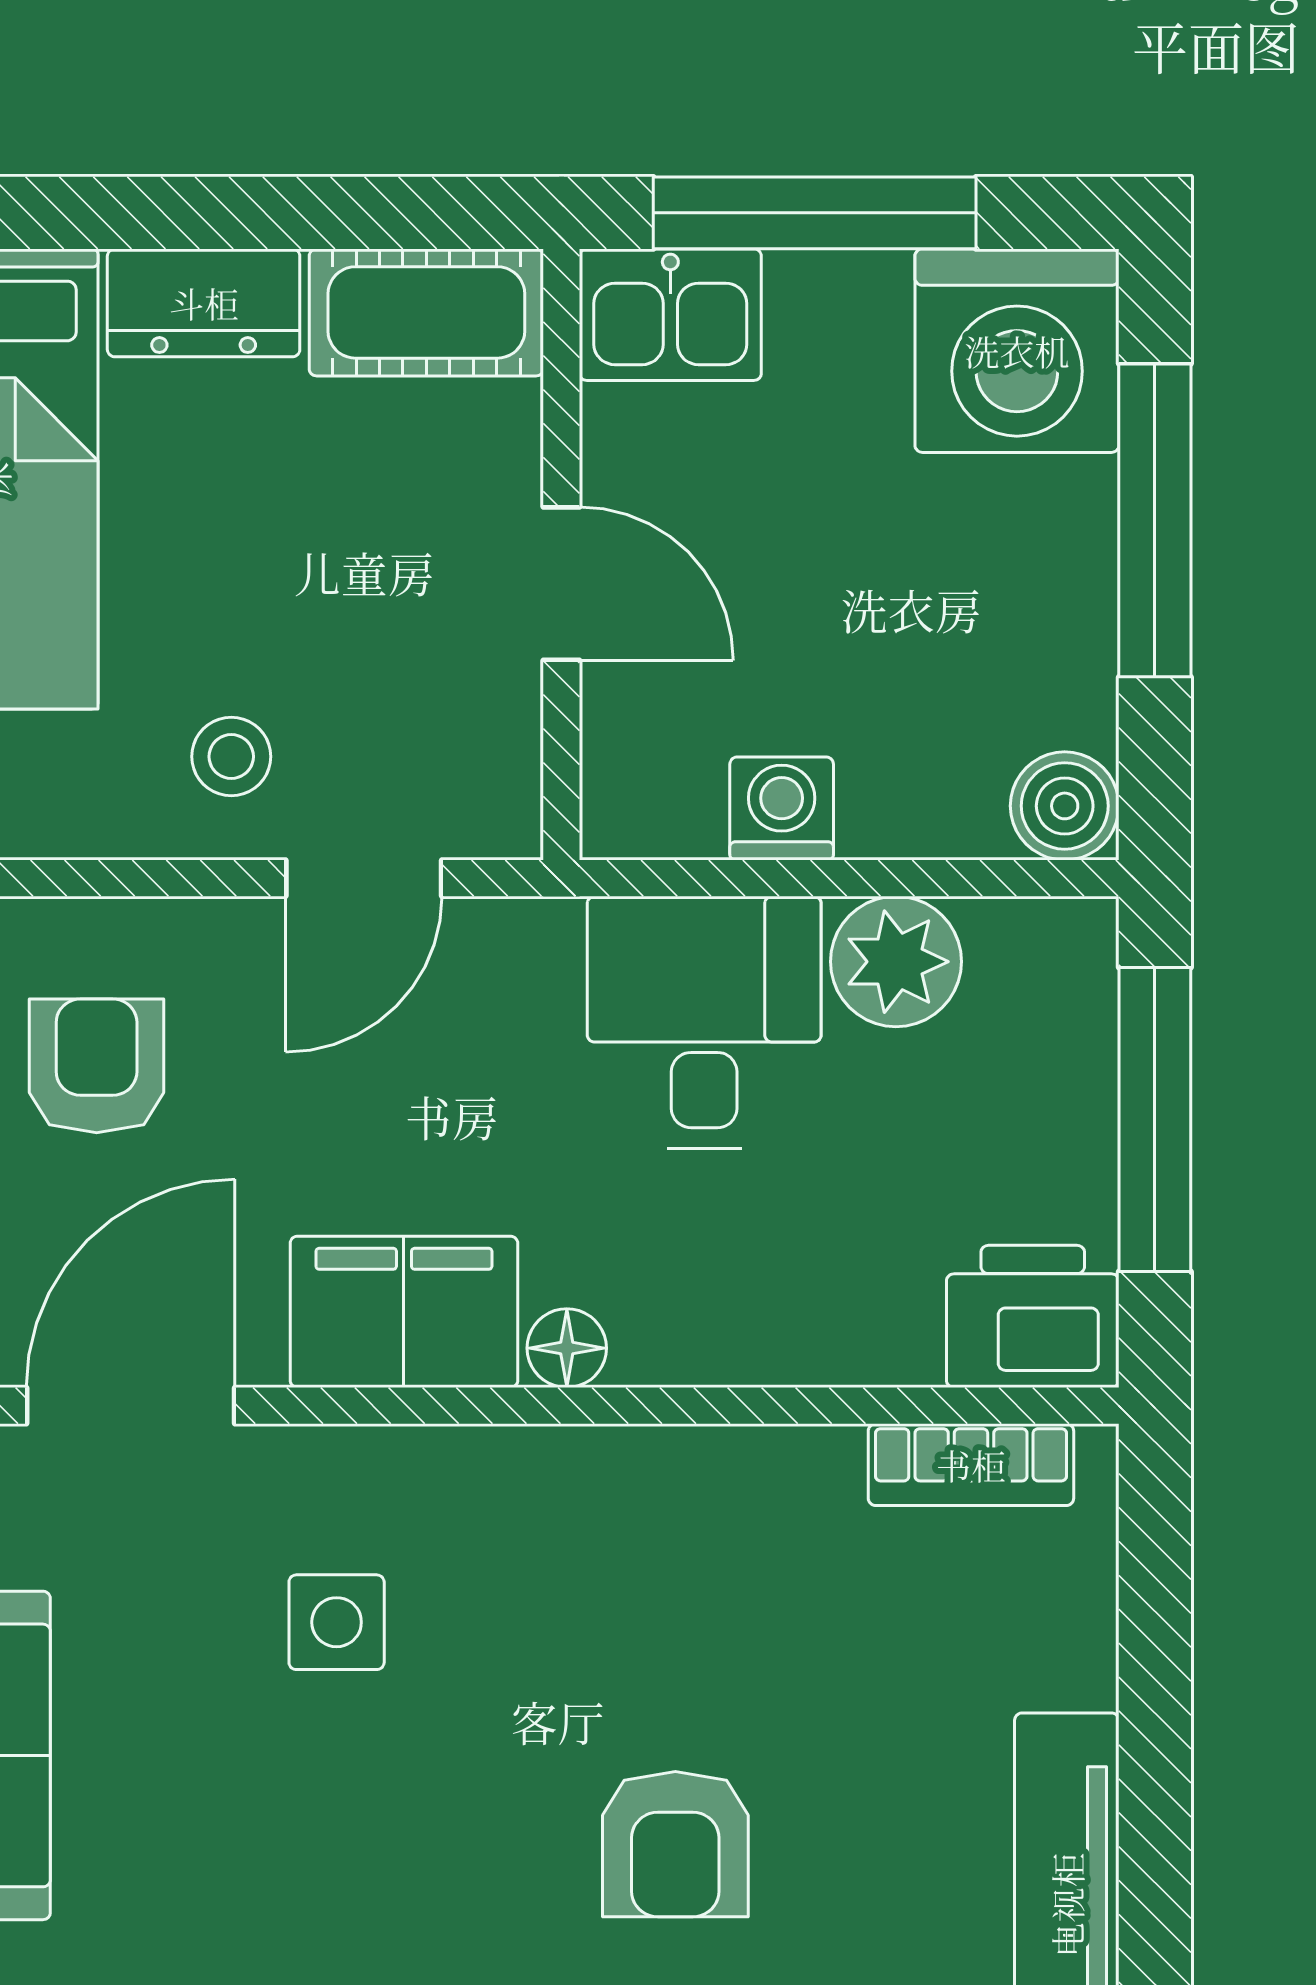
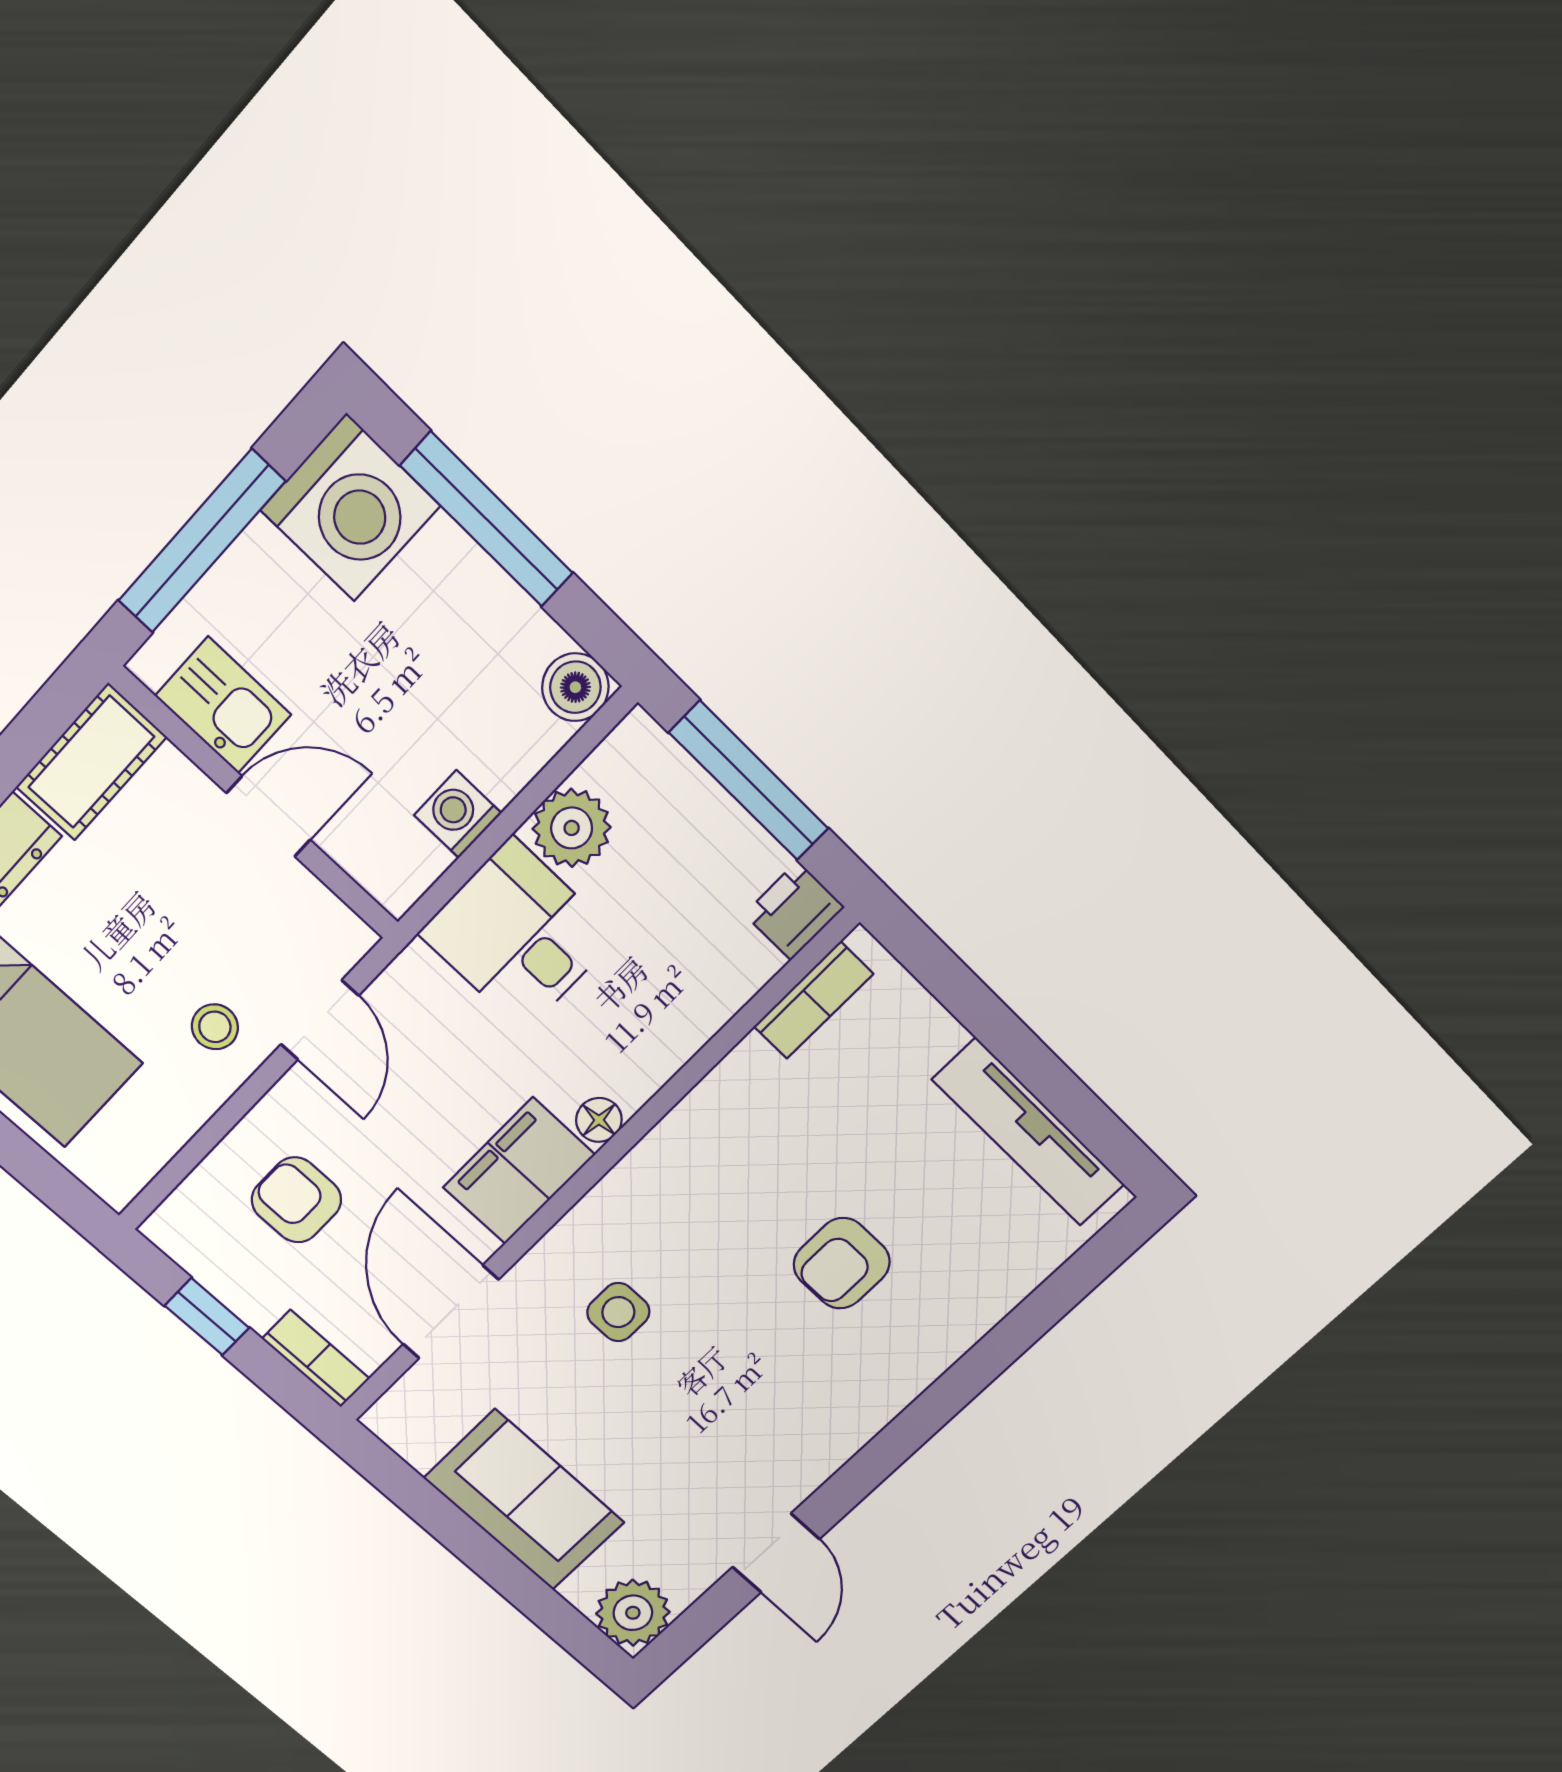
kitchen sink: (670, 315) -> (223, 705), moved, turned -90
printer: (1033, 1316) -> (794, 911), width x0.73, depth x0.81
armchair: (675, 1844) -> (842, 1263), turned 90

